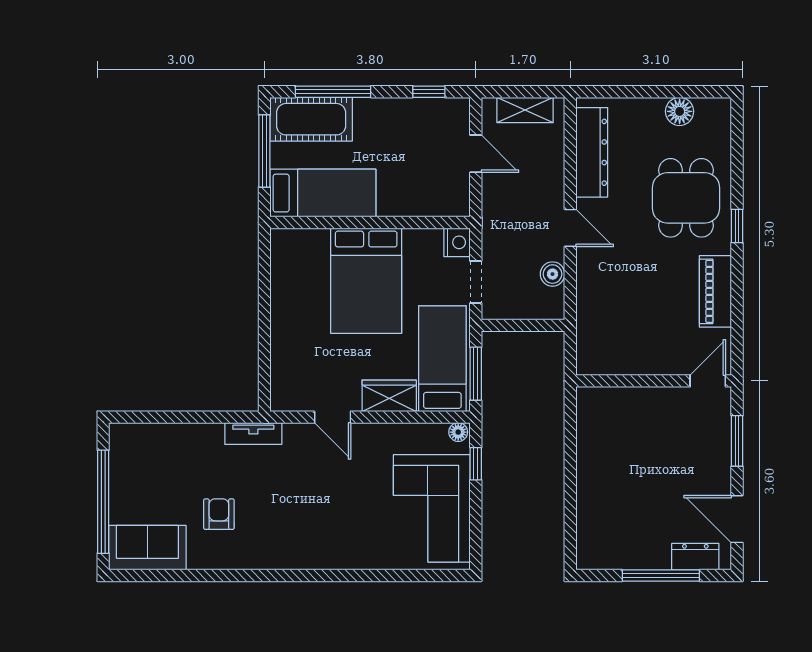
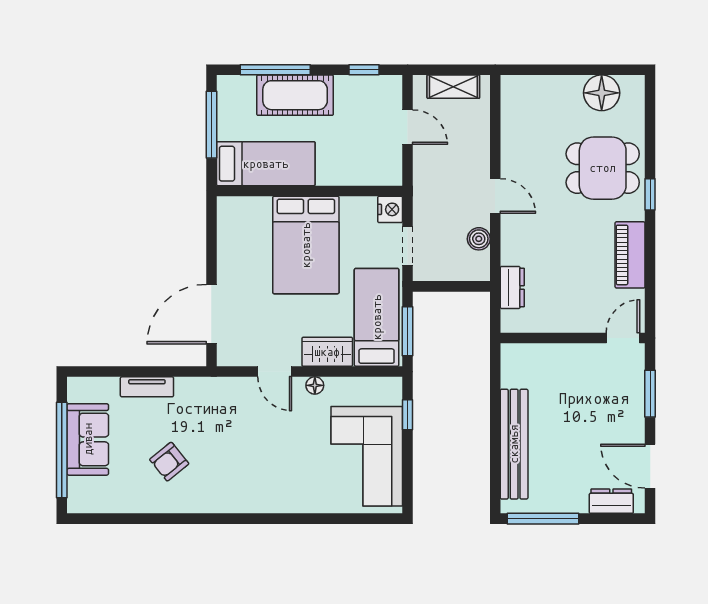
floor lamp: (680, 111) -> (602, 93), width x1.38, depth x1.38
cot: (311, 119) -> (295, 95), moved
dresser: (592, 152) -> (512, 287), moved, width x0.51, depth x0.80
dining table: (686, 198) -> (603, 168), turned 90
door: (264, 355) -> (211, 314), added
floor lamp: (458, 432) -> (315, 385), moved
tv unit: (253, 434) -> (147, 387), moved
bench: (591, 495) -> (514, 444), added
armchair: (219, 514) -> (169, 462), turned -129
sofa: (147, 548) -> (88, 439), moved, turned 90
window: (661, 576) -> (543, 519), moved

